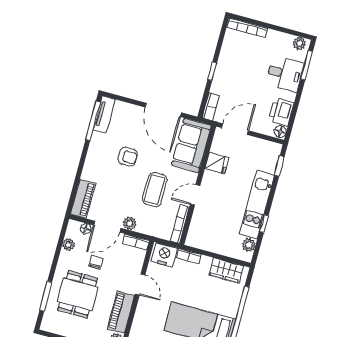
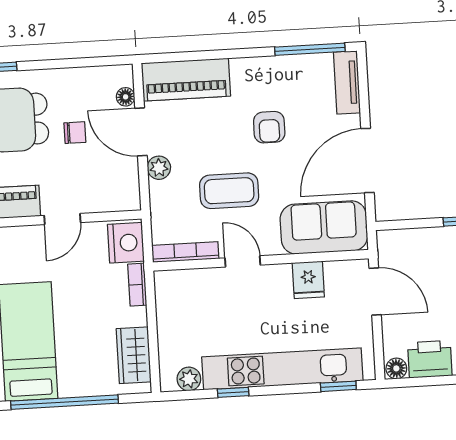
bookcase: (211, 107) -> (399, 238), removed
tv unit: (104, 115) -> (347, 82), moved, turned 90
piano: (83, 199) -> (186, 80), width x1.37, depth x1.33
kitchen unit: (257, 205) -> (282, 369), width x1.36
bookcase: (136, 242) -> (131, 188), removed
plant: (68, 245) -> (89, 77), removed

